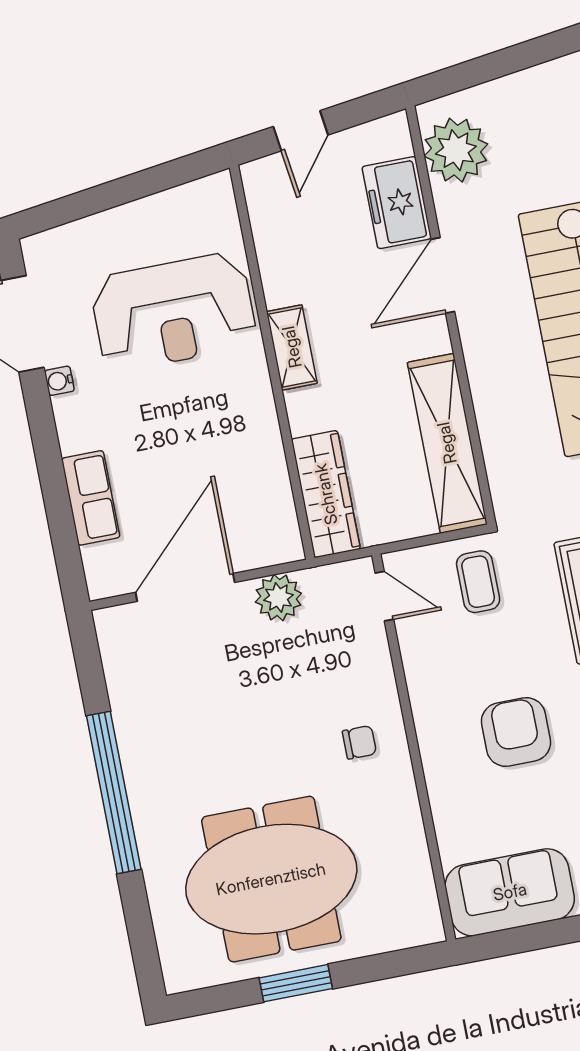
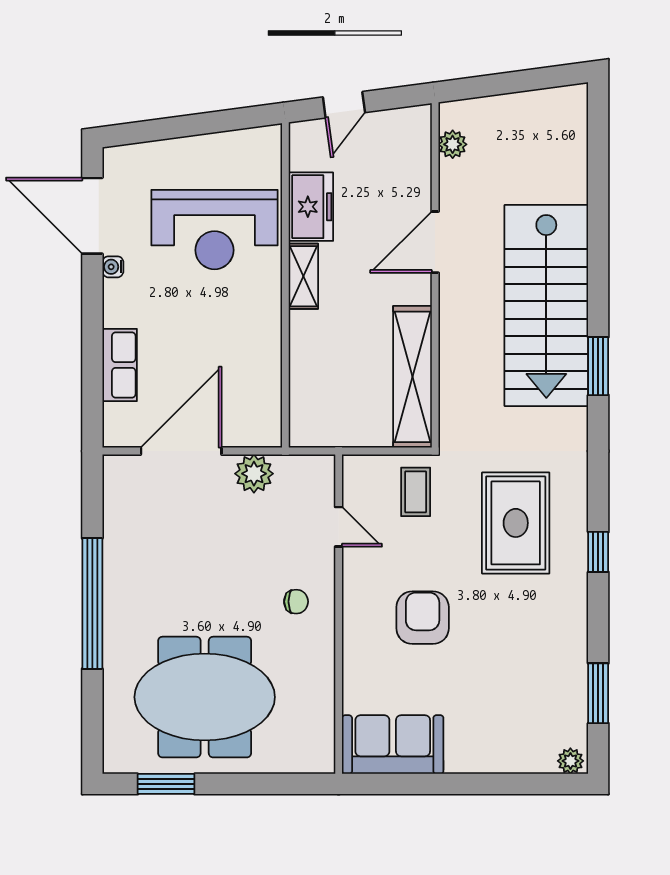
plant: (456, 150) -> (453, 144), width x0.53, depth x0.53
freezer: (397, 203) -> (311, 207), moved, turned 180
wardrobe: (326, 494) -> (308, 398), removed
door: (384, 596) -> (339, 527), moved
window: (296, 983) -> (166, 784), moved

